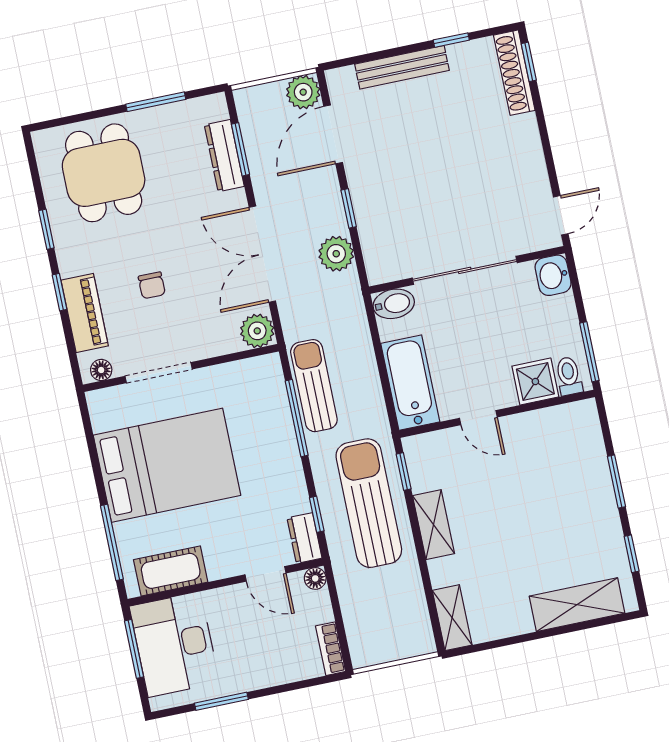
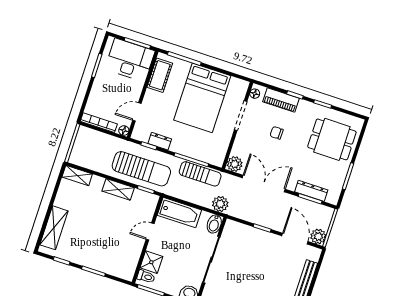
plant: (336, 254) -> (220, 204), moved
dresser: (304, 538) -> (160, 141), moved
bookcase: (331, 649) -> (99, 123), width x1.56

